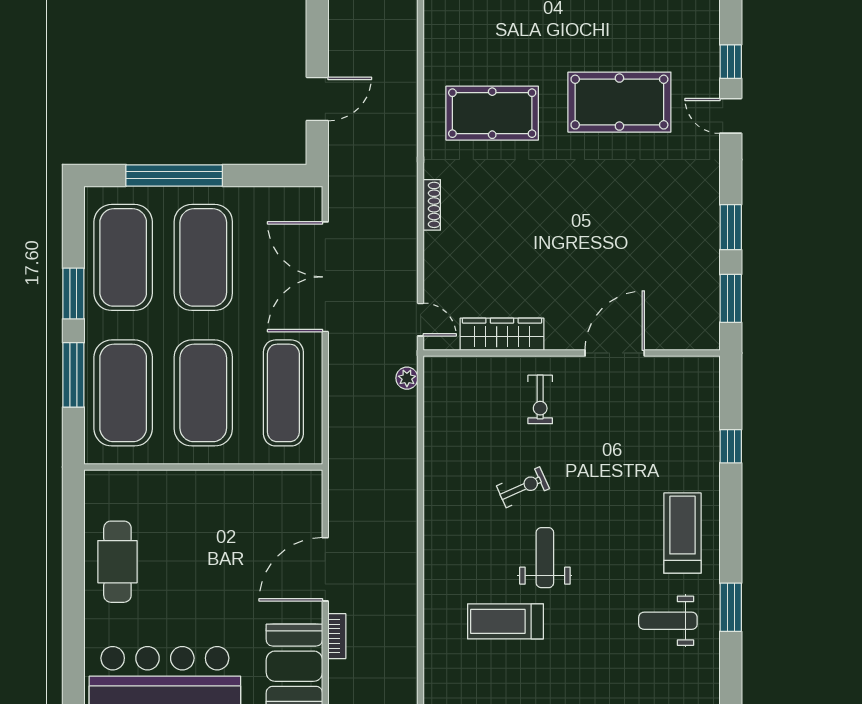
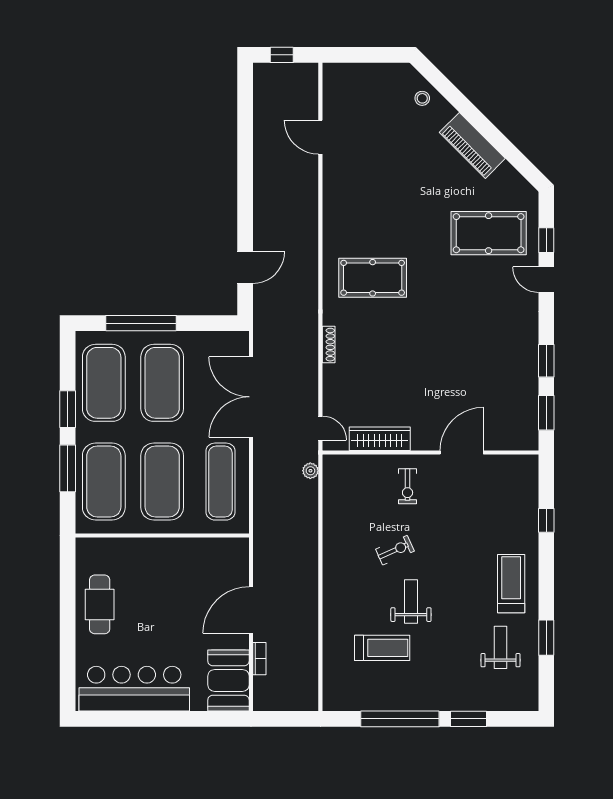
pool table: (619, 102) -> (489, 233), moved
treadmill: (505, 621) -> (382, 648), turned 180
weight bench: (668, 621) -> (501, 647), turned 90

